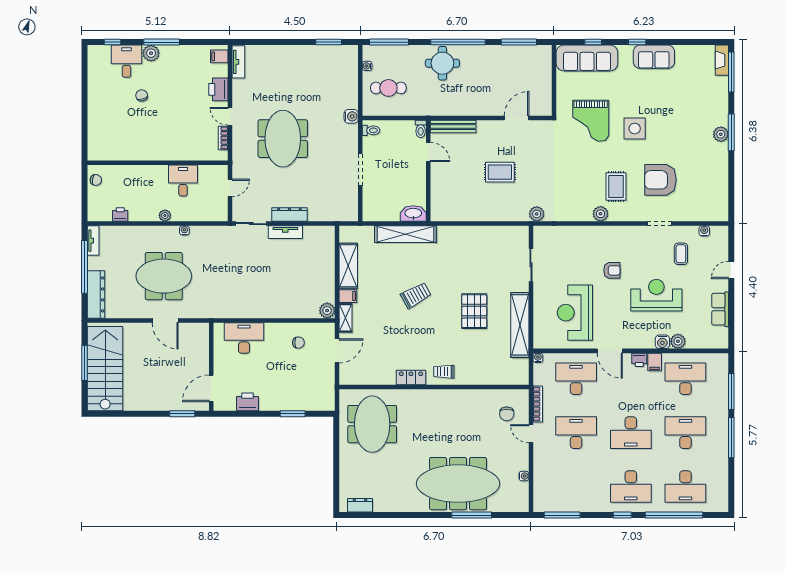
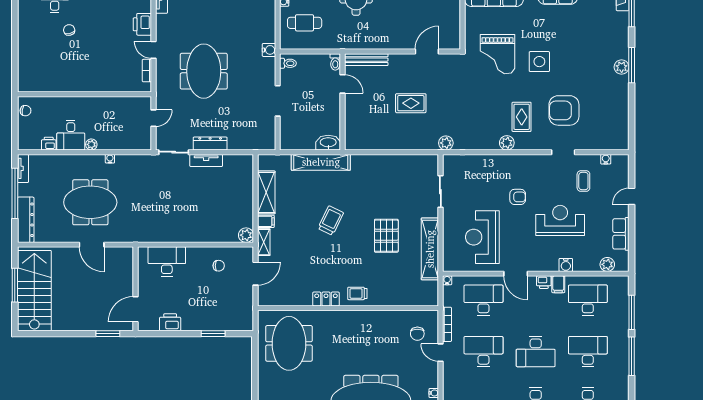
desk: (183, 181) -> (71, 135), moved, turned 180
trolley: (416, 295) -> (331, 221), turned -35
plant: (678, 341) -> (607, 264), moved

